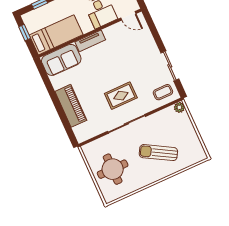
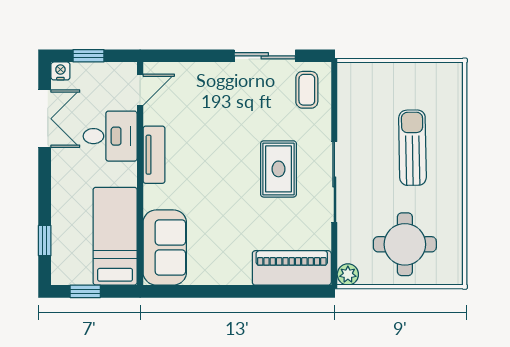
tv unit: (90, 41) -> (154, 155), moved
piano: (71, 106) -> (292, 268), moved
plant: (179, 107) -> (348, 274), moved
sun lounger: (158, 153) -> (412, 148), turned 149

